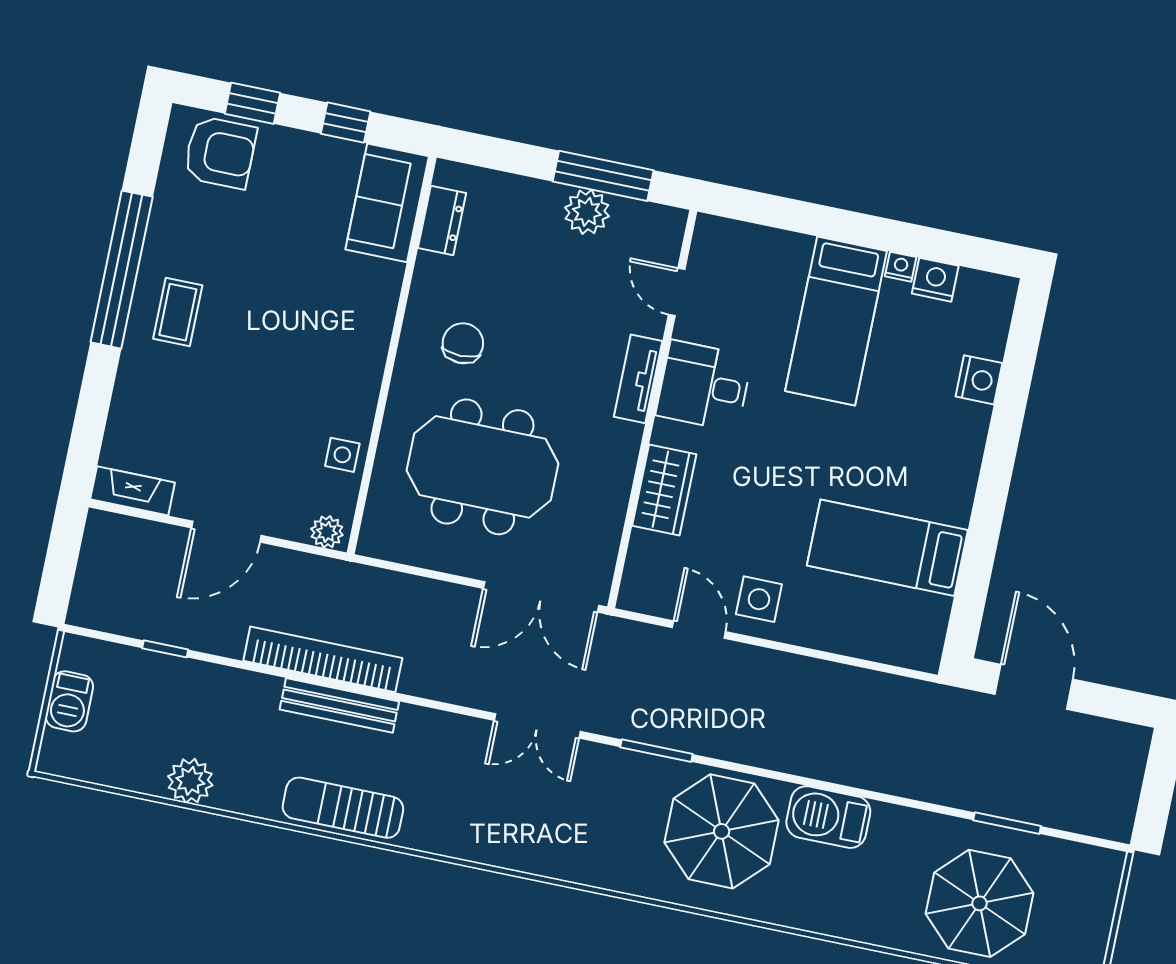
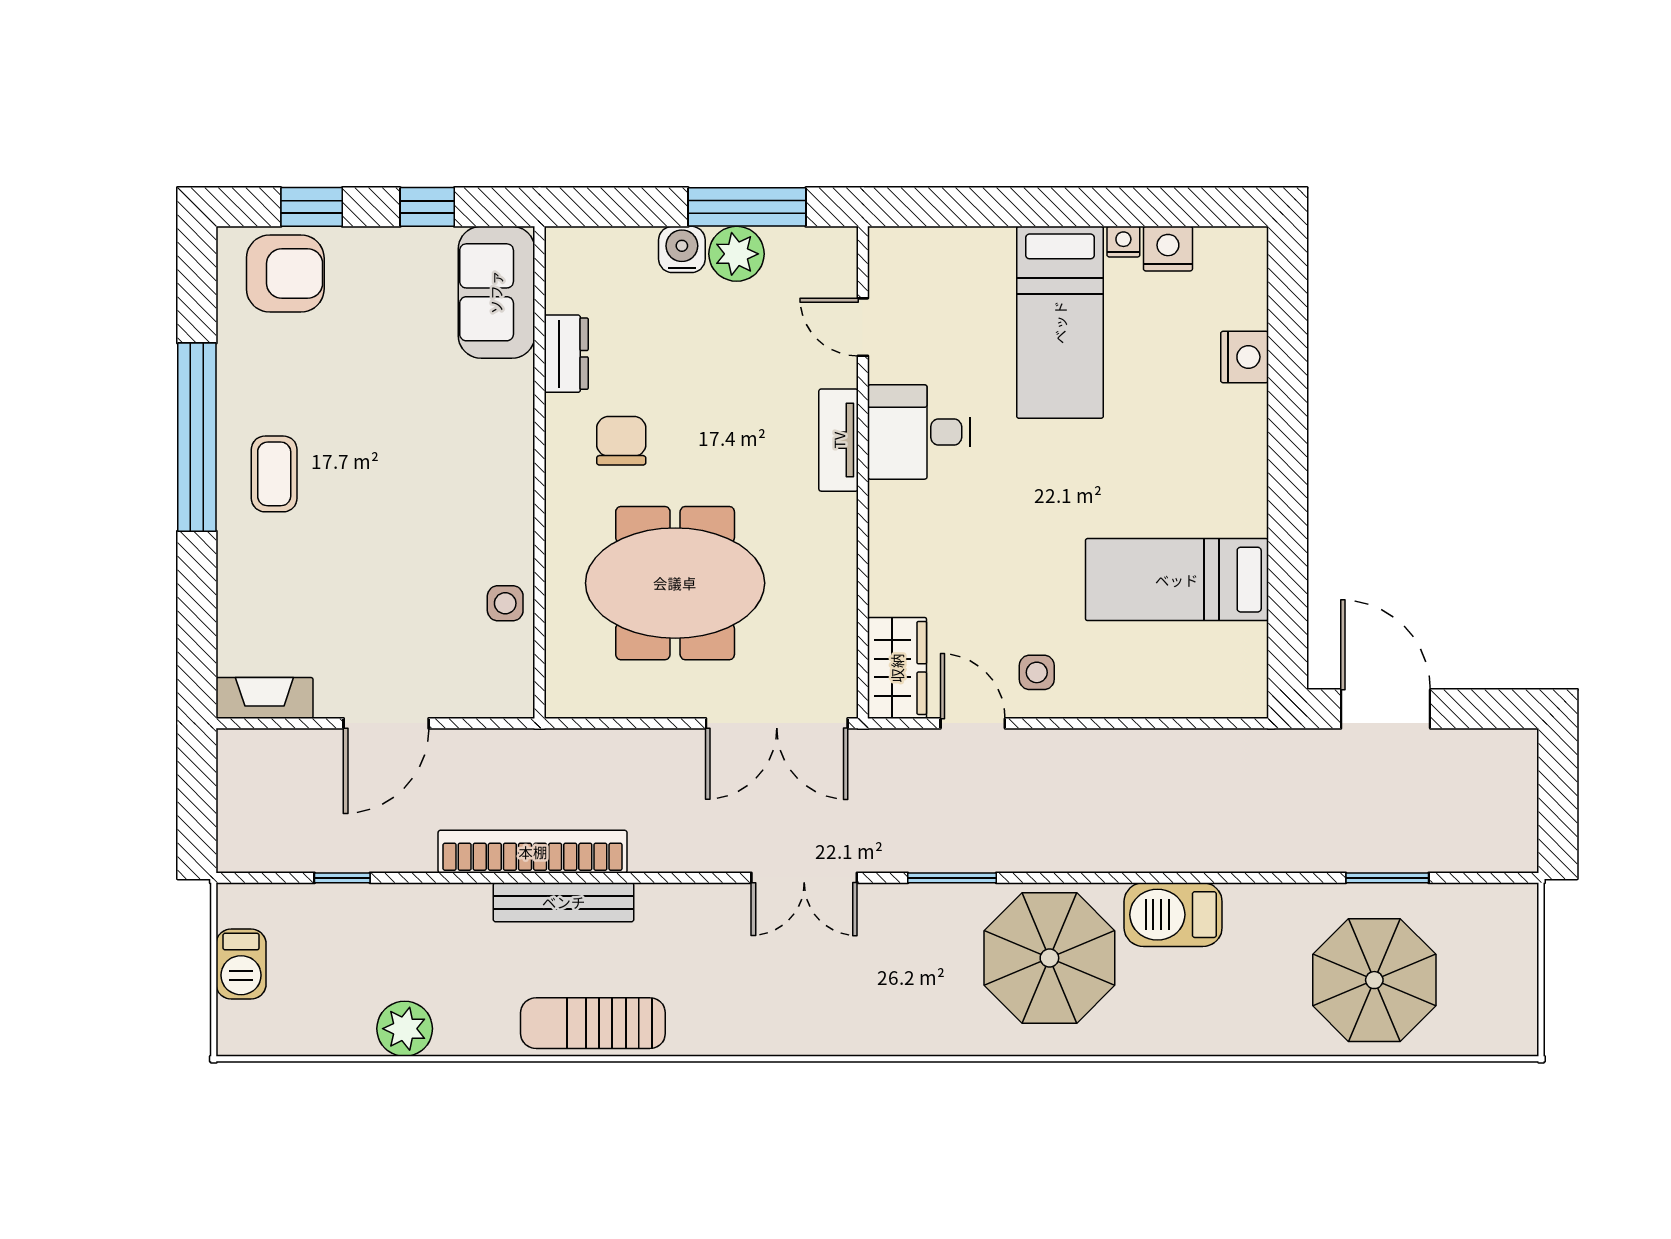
water cooler: (544, 199) -> (682, 249), added
dresser: (442, 221) -> (566, 354), moved
wardrobe: (664, 490) -> (897, 668), moved
plant: (327, 532) -> (506, 699), removed
side table: (759, 599) -> (1037, 672), width x0.73, depth x0.73

